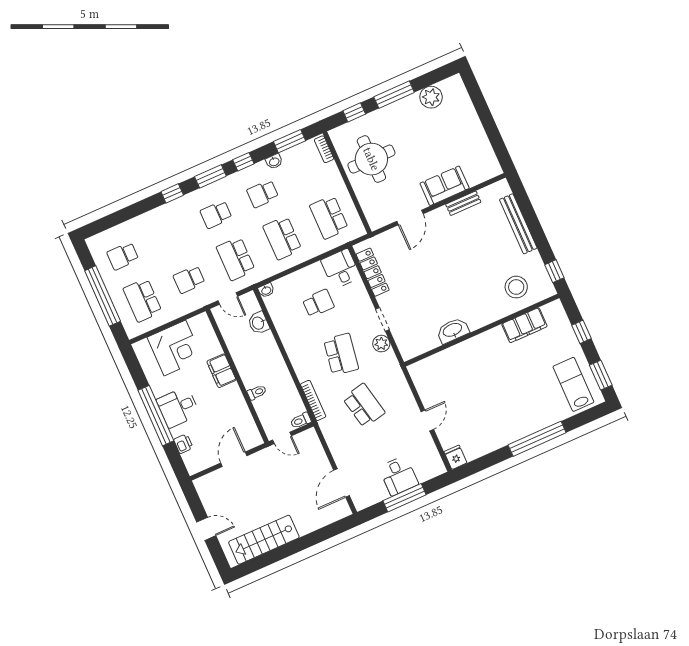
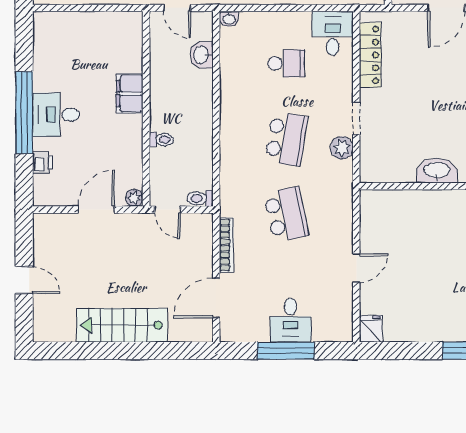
corner desk: (175, 348) -> (85, 40), removed
bookcase: (313, 400) -> (226, 245), moved
plant: (256, 440) -> (134, 198), added
stairs: (264, 540) -> (122, 325), moved

